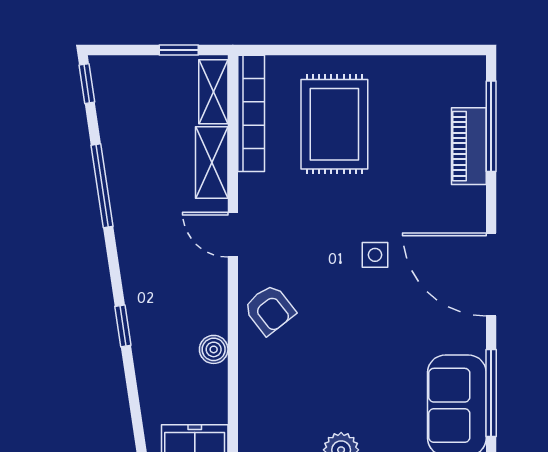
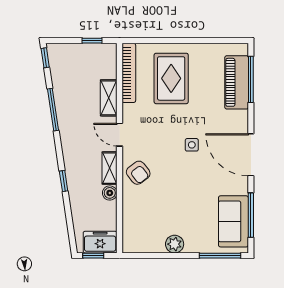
shelving: (213, 92) -> (110, 168), moved
piano: (469, 146) -> (237, 82), width x1.37, depth x1.33

